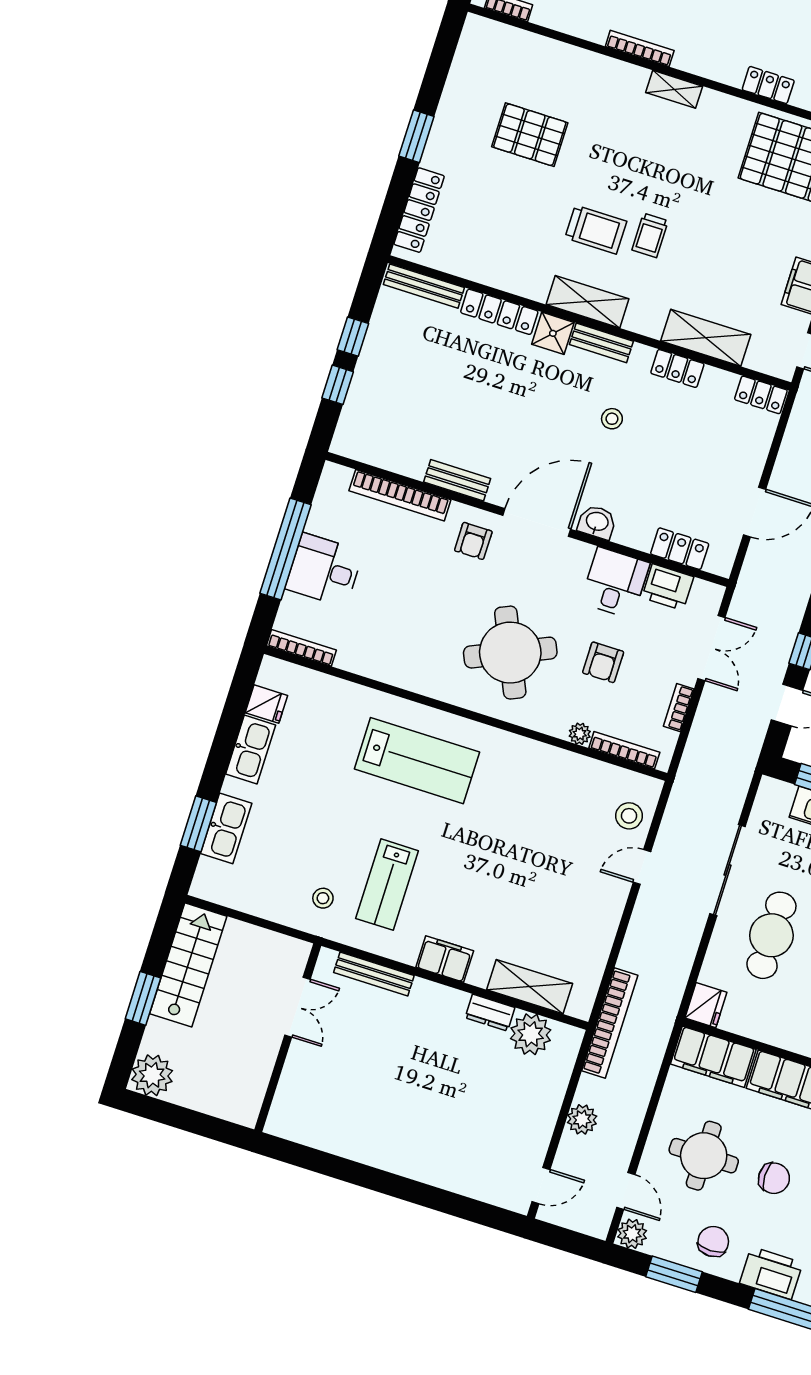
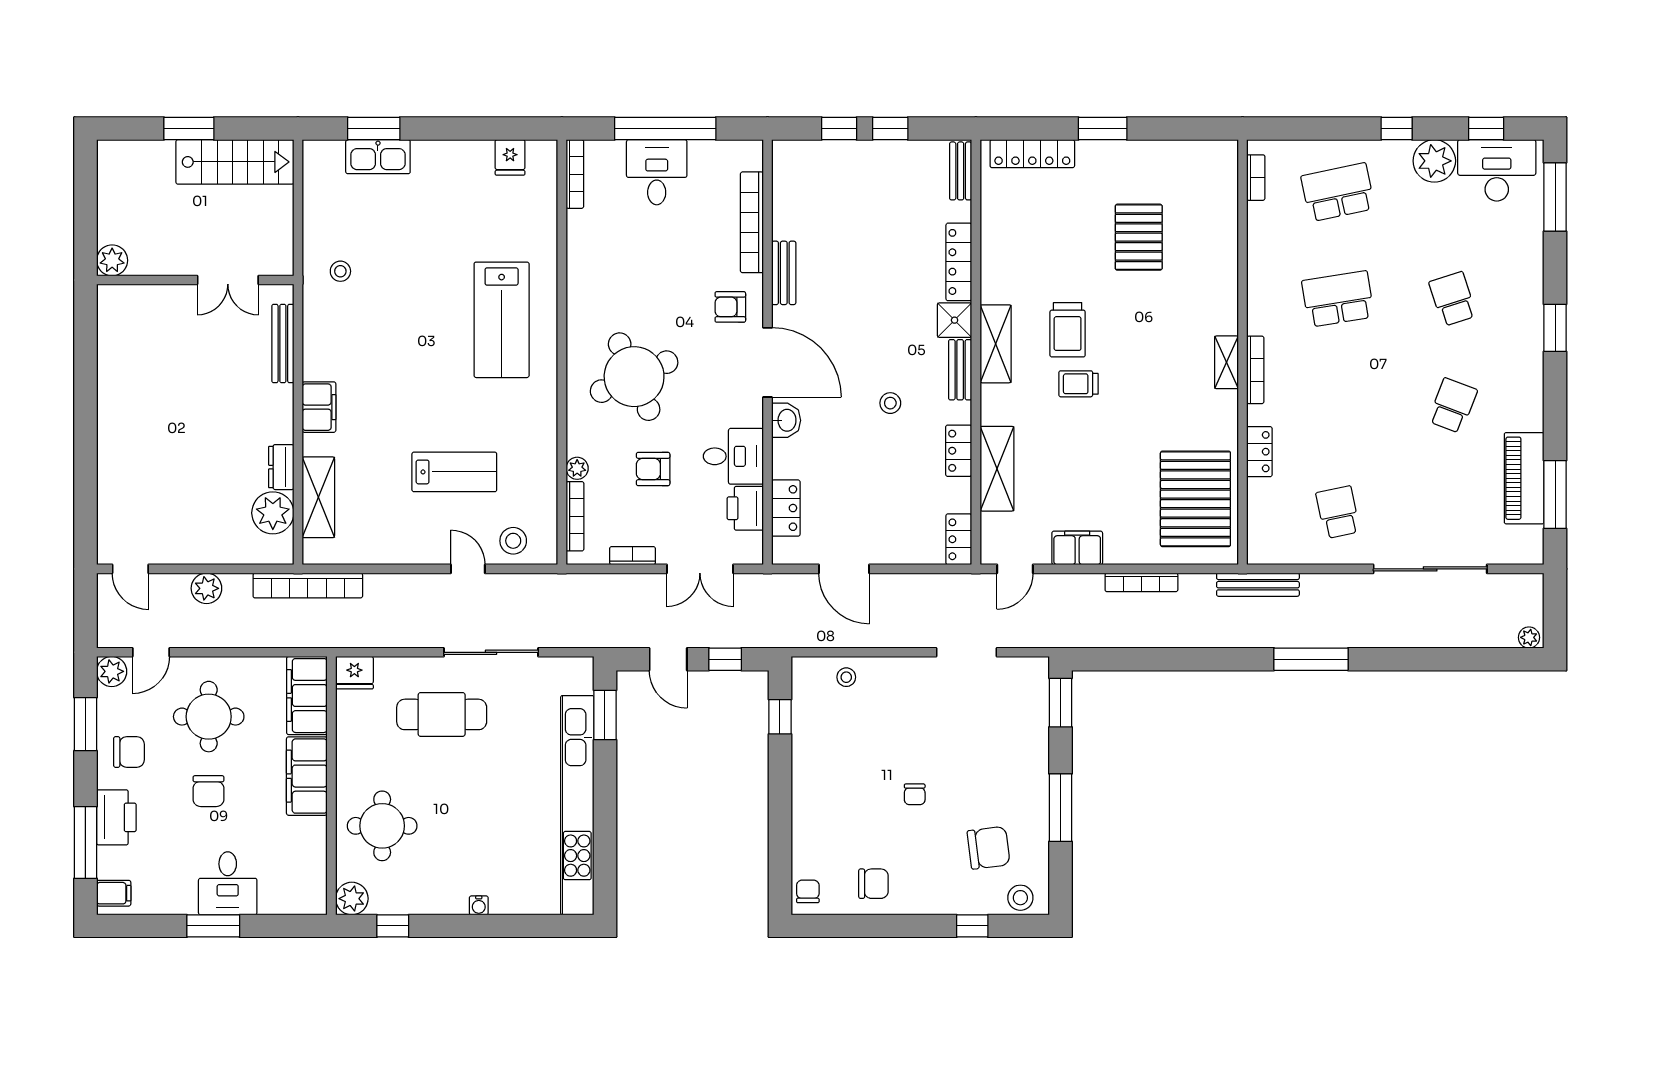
bookcase: (640, 48) -> (1255, 370), moved
bench: (424, 286) -> (961, 171), width x0.73
kitchen sink: (251, 749) -> (462, 156), removed
lab bench: (387, 885) -> (454, 472), moved, turned 180
plant: (152, 1075) -> (112, 260), moved, width x0.73, depth x0.73

